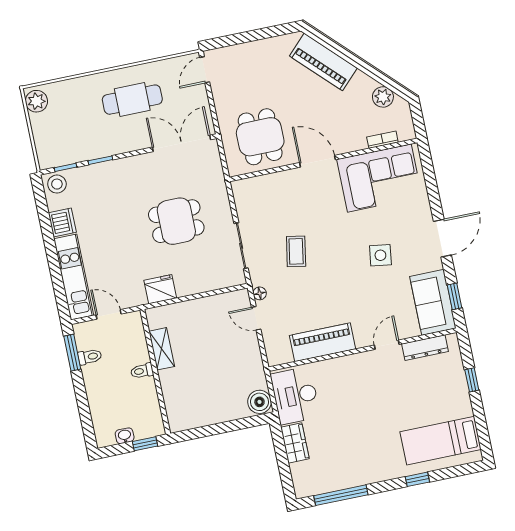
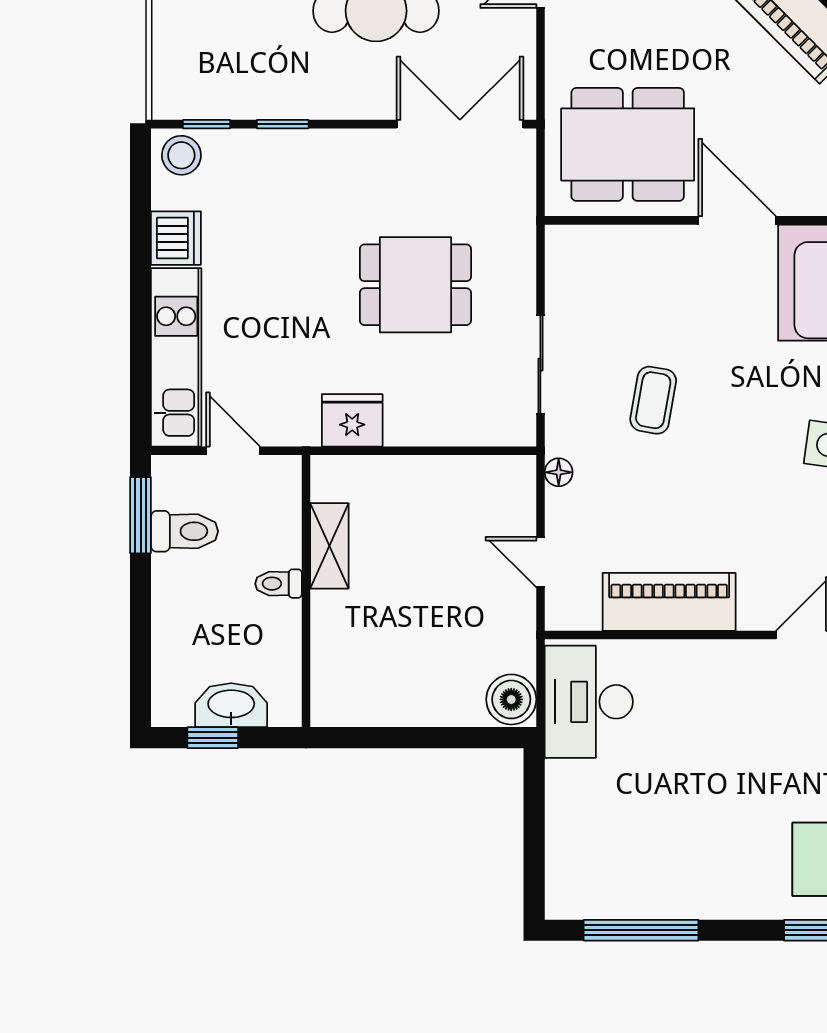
dining table: (260, 137) -> (628, 144), width x1.37
door: (256, 318) -> (540, 562), moved
toilet: (90, 357) -> (185, 531), width x1.37, depth x1.39
washbasin: (125, 436) -> (231, 705), width x1.91, depth x1.45
wardrobe: (295, 443) -> (568, 801), removed
window: (145, 444) -> (213, 738), moved

